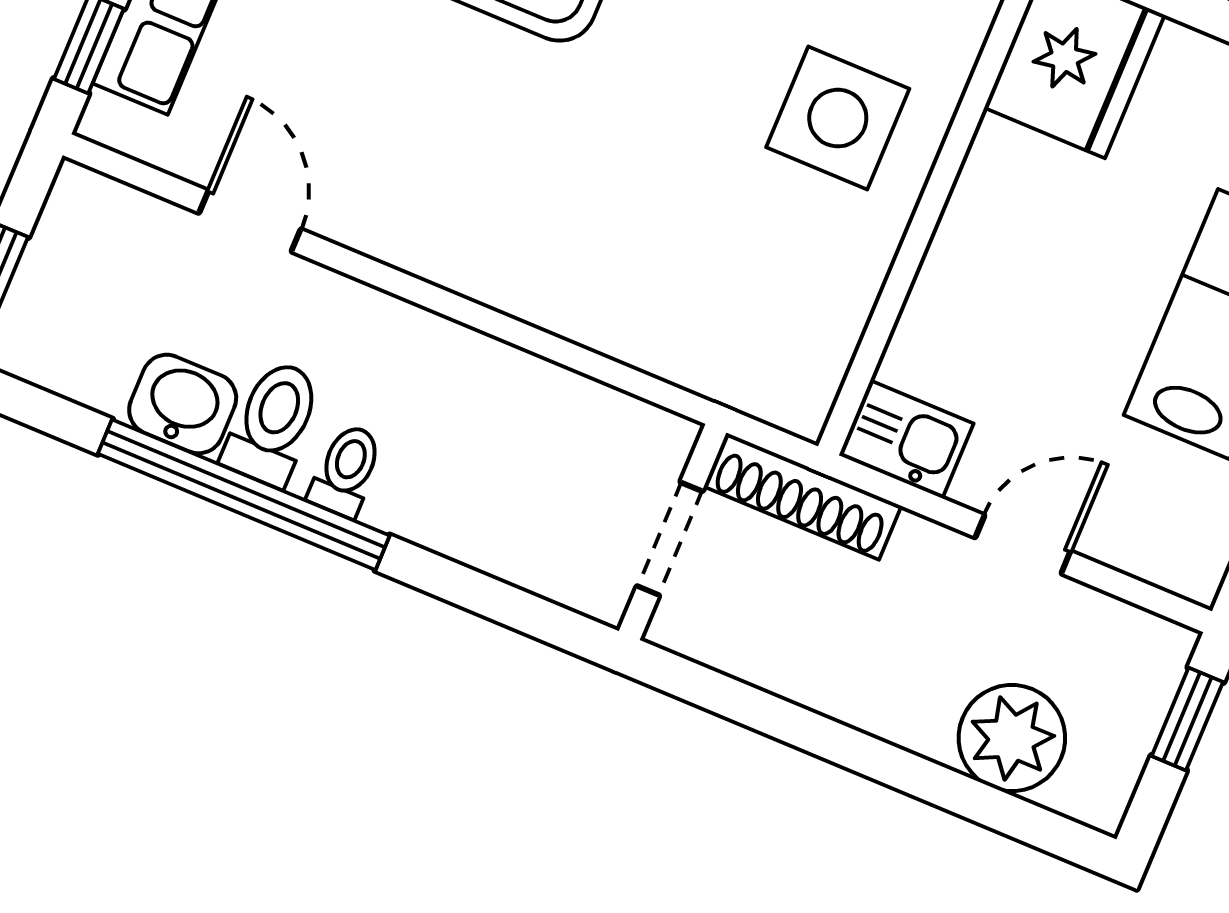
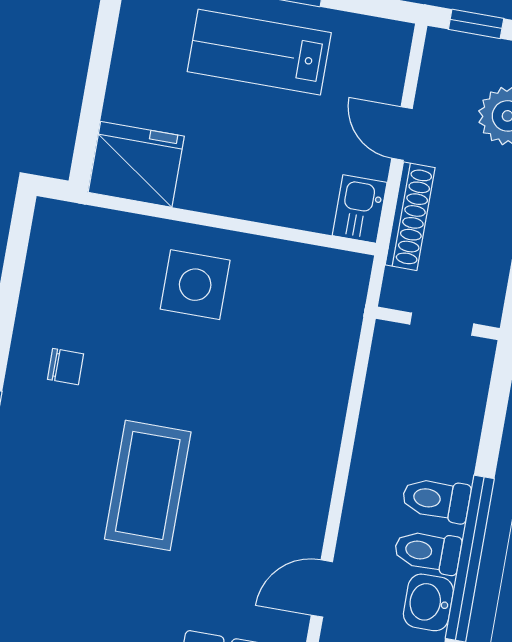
toilet: (346, 470) -> (436, 499), width x1.37, depth x1.39
shoe rack: (803, 496) -> (410, 216), moved

